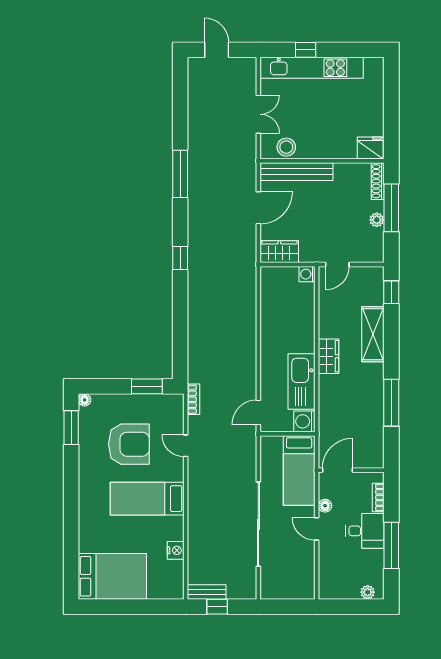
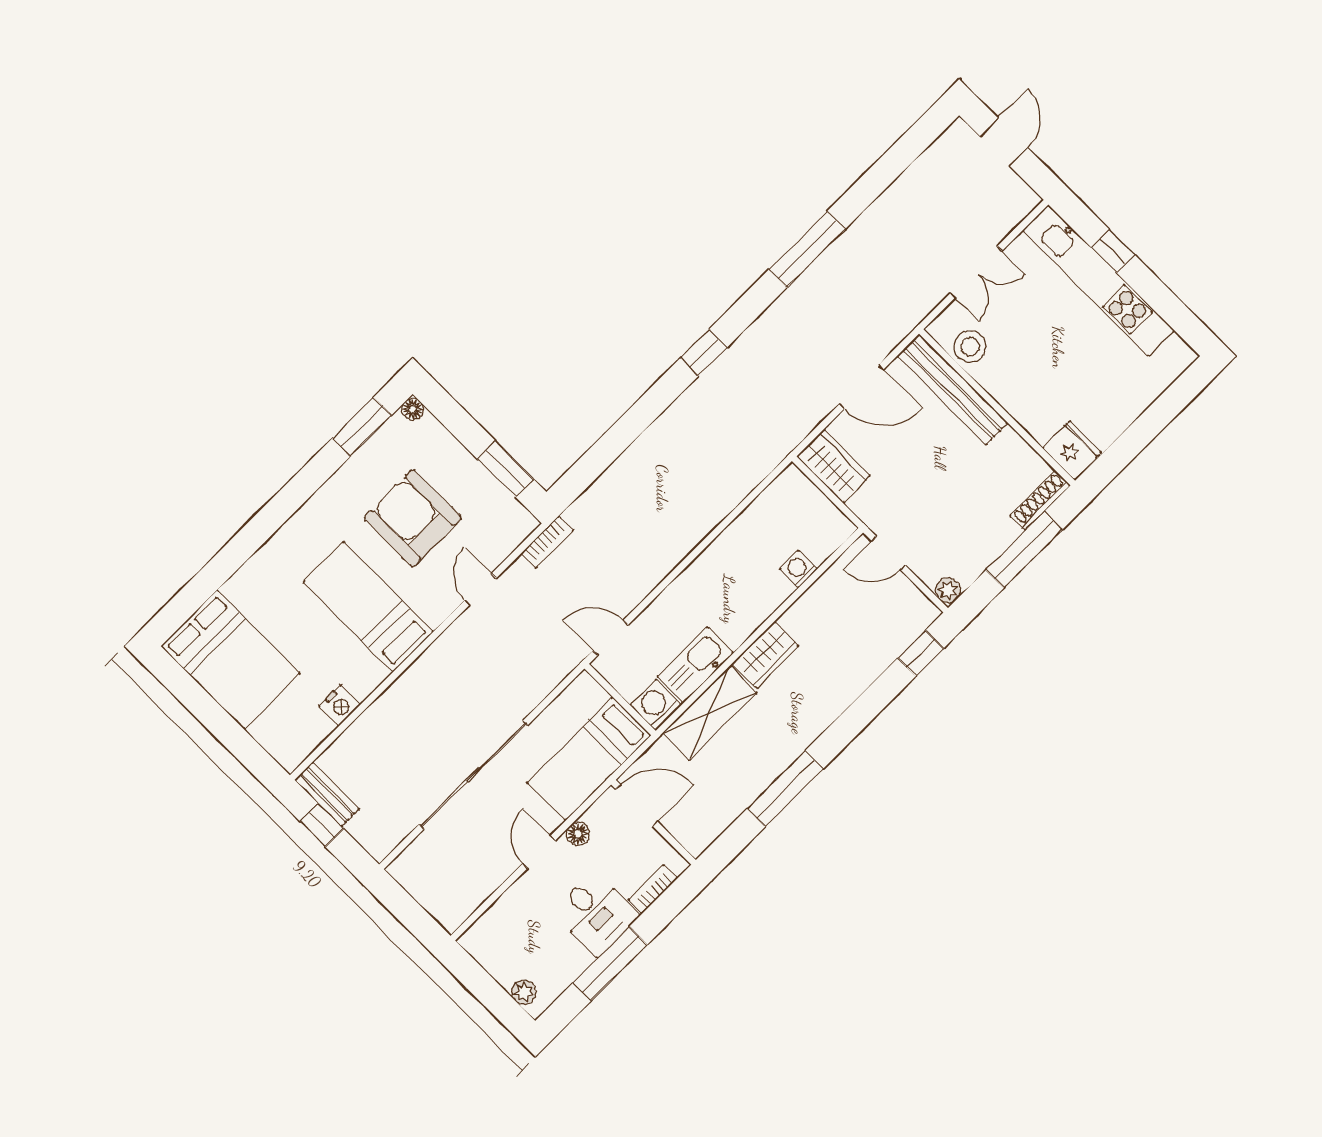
plant: (377, 220) -> (948, 590), moved
washing machine: (307, 274) -> (798, 569), moved
shelving: (373, 334) -> (710, 713), moved
kitchen sink: (301, 381) -> (695, 665), width x0.73, depth x0.81
armchair: (129, 444) -> (413, 518), turned 180

